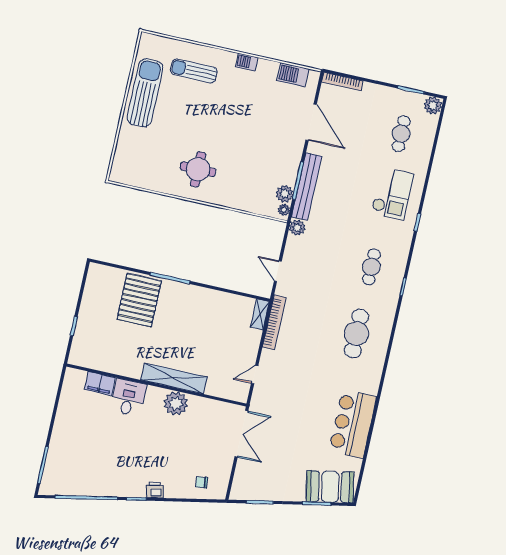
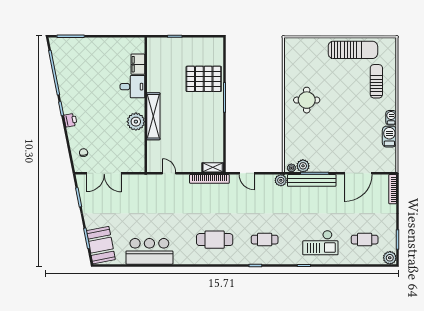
barbecue: (293, 75) -> (389, 137), moved
door: (278, 271) -> (247, 173), swing flipped
double door: (241, 434) -> (104, 173), moved

